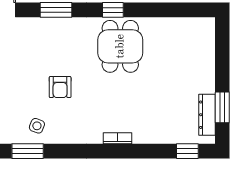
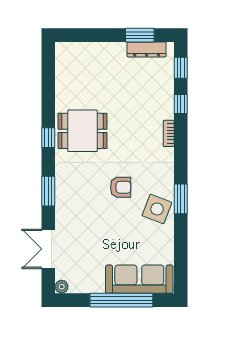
side table: (37, 126) -> (157, 209), width x1.87, depth x1.87
window: (28, 151) -> (181, 199), moved
window: (149, 151) -> (181, 104), added

